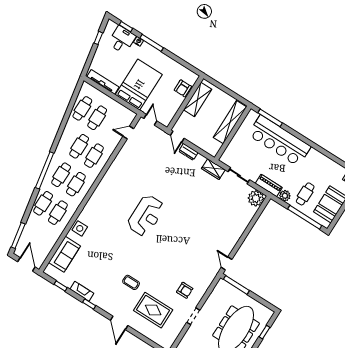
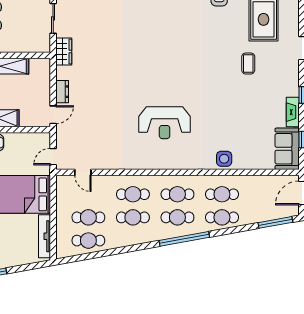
reception desk: (146, 216) -> (165, 123), moved, turned 180
sofa: (65, 254) -> (287, 149), moved, turned -90

